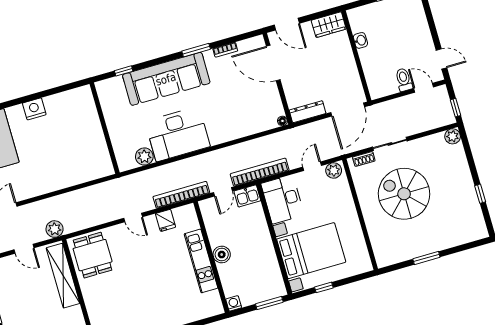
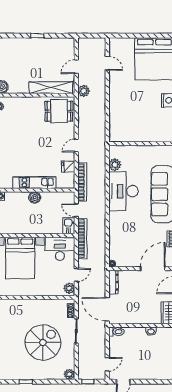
toilet: (404, 80) -> (116, 332), moved
door: (312, 166) -> (76, 275), hinge flipped
spiral stairs: (404, 194) -> (43, 342), moved

